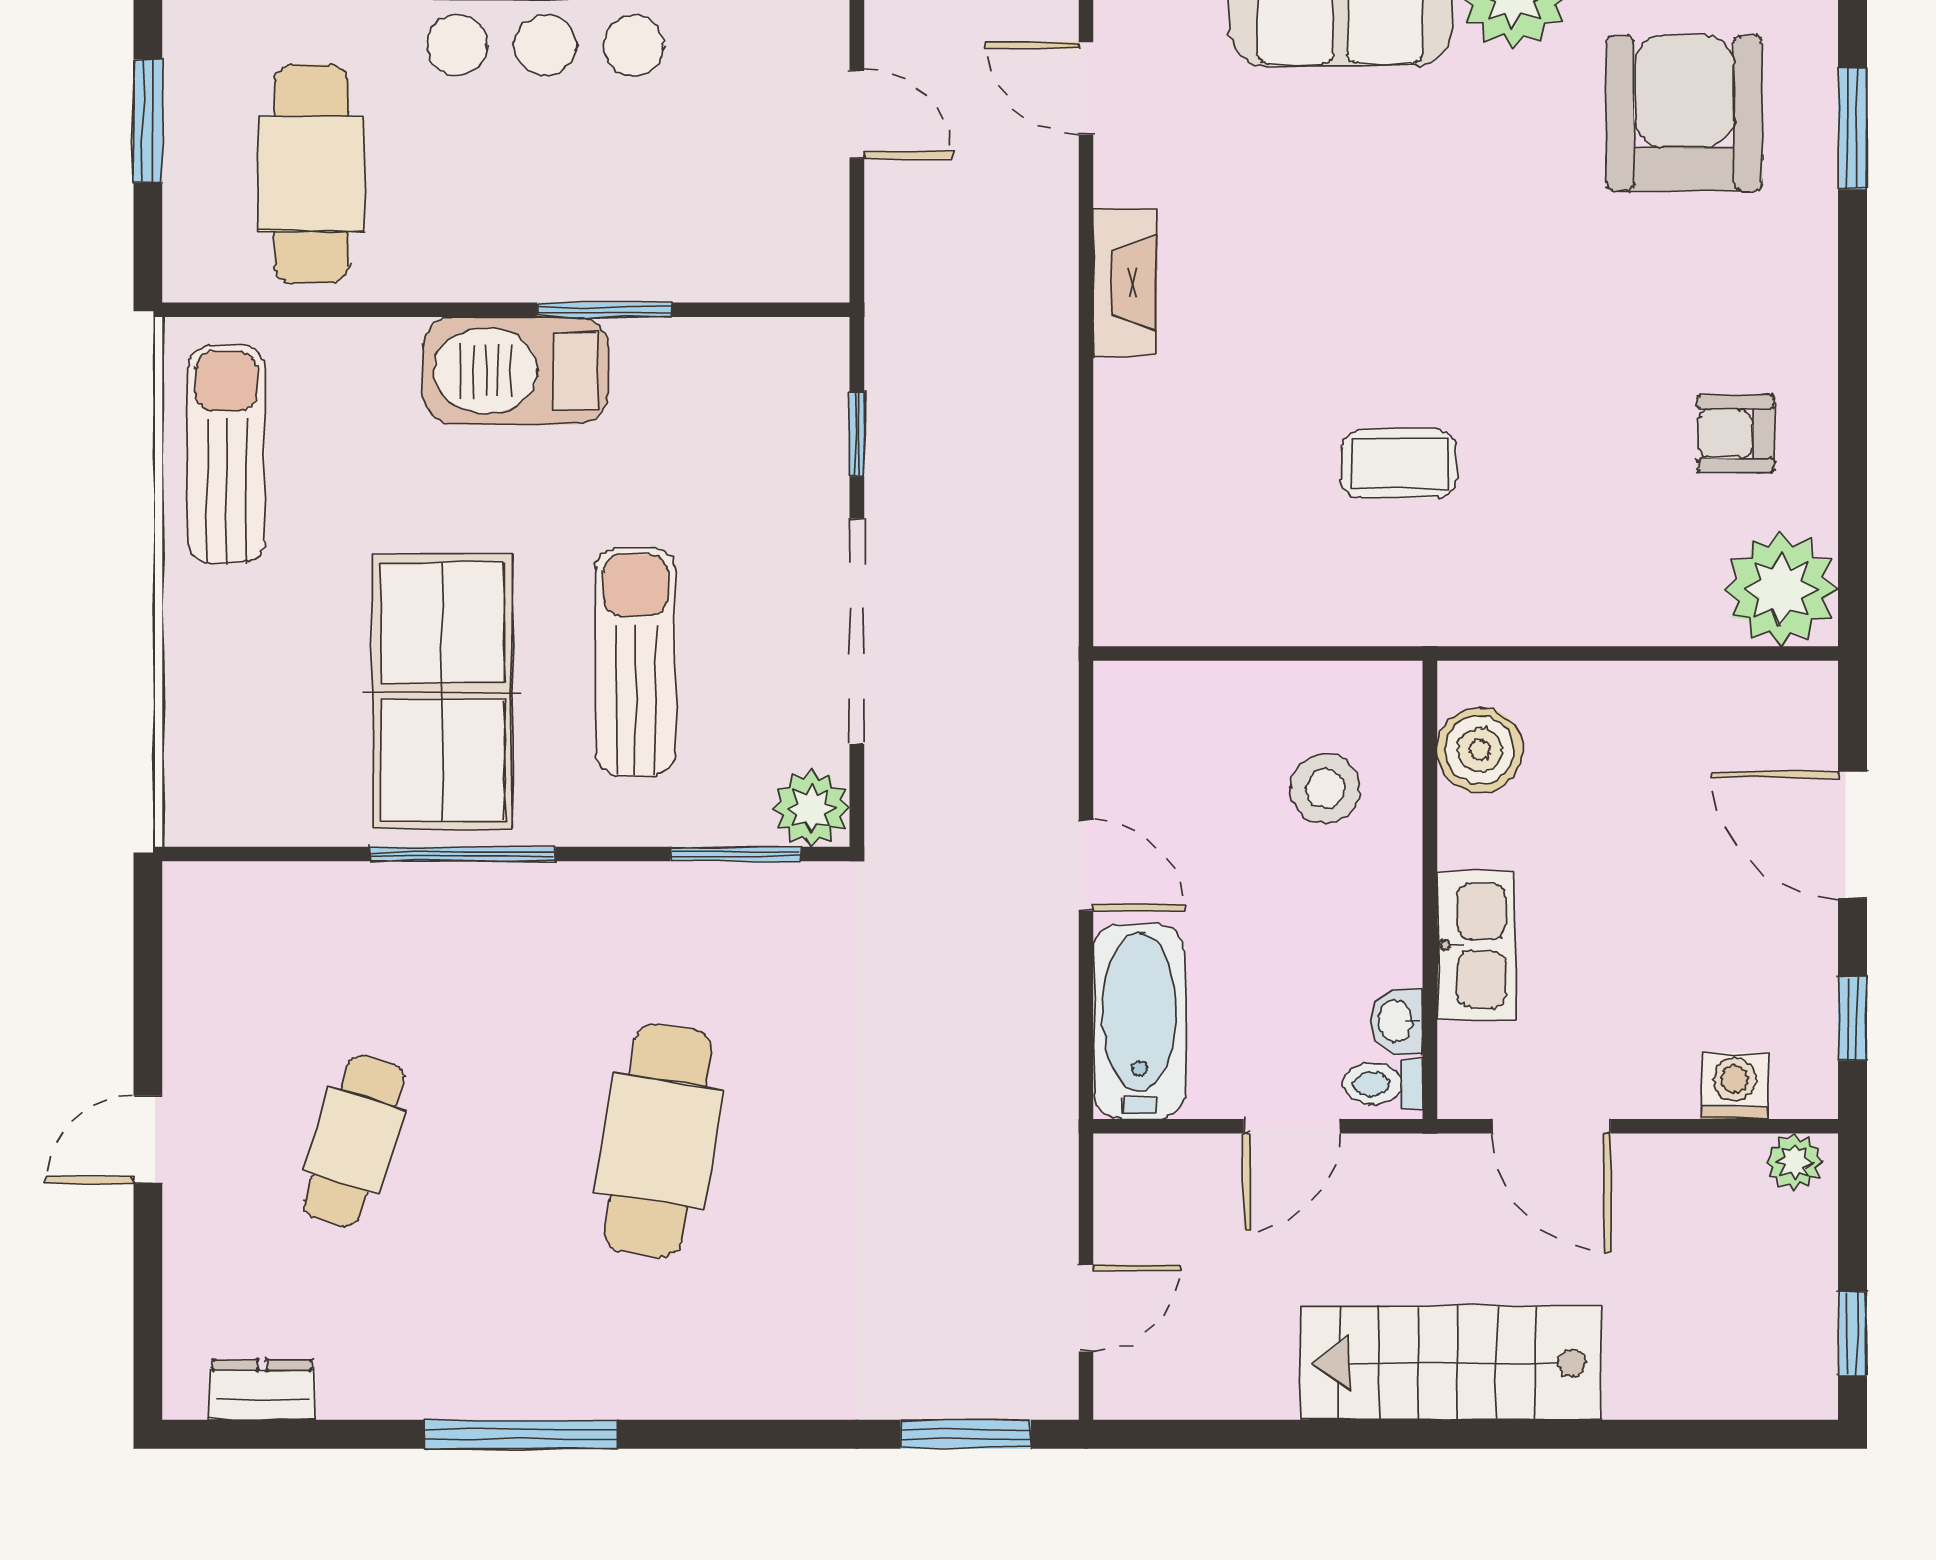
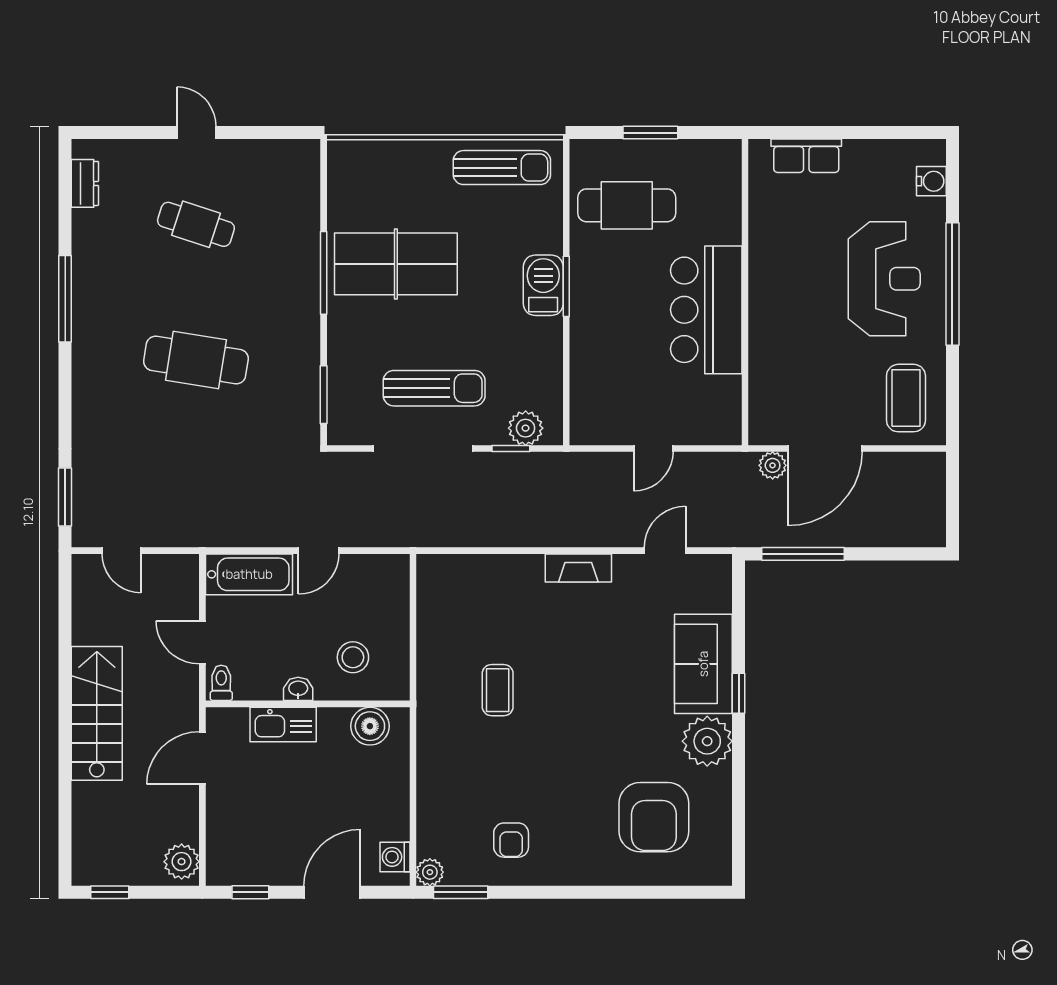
armchair: (1684, 113) -> (654, 817), turned 90
window: (1852, 129) -> (461, 892), moved
window: (604, 310) -> (566, 286), moved
barbecue: (516, 371) -> (543, 285), width x0.73, depth x0.83
armchair: (1736, 434) -> (511, 840), turned 180
plant: (1781, 589) -> (430, 872), width x0.53, depth x0.53
sun lounger: (635, 662) -> (434, 388), moved
plant: (811, 808) -> (526, 428), moved
washbasin: (1396, 1021) -> (298, 689), moved
washing machine: (1735, 1086) -> (395, 857), moved, turned 180
plant: (1795, 1162) -> (182, 862), width x1.38, depth x1.38

